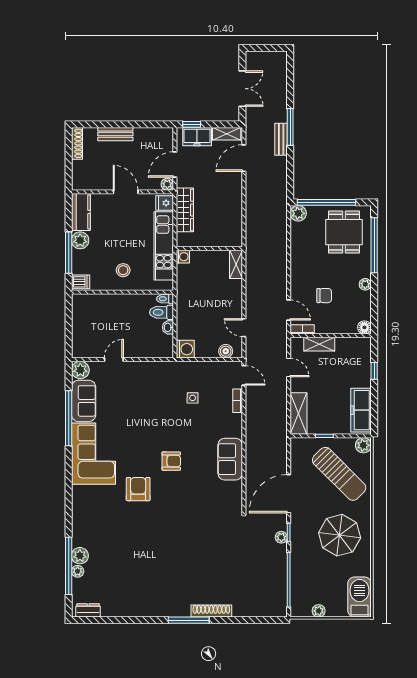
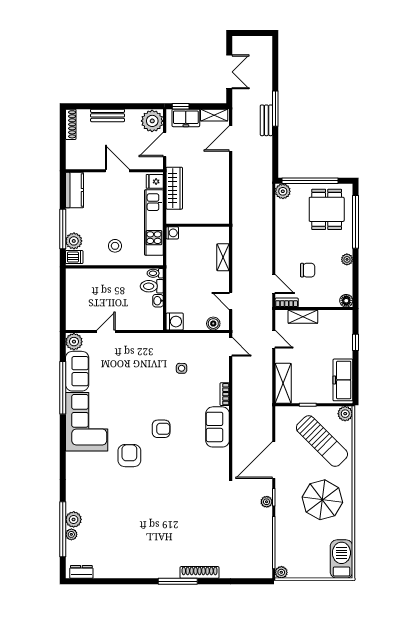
plant: (167, 184) -> (152, 121), moved, width x1.88, depth x1.88
plant: (80, 240) -> (74, 241), moved
shelving: (236, 264) -> (223, 257), moved
bookcase: (238, 401) -> (225, 394), moved
plant: (319, 611) -> (281, 572), moved

